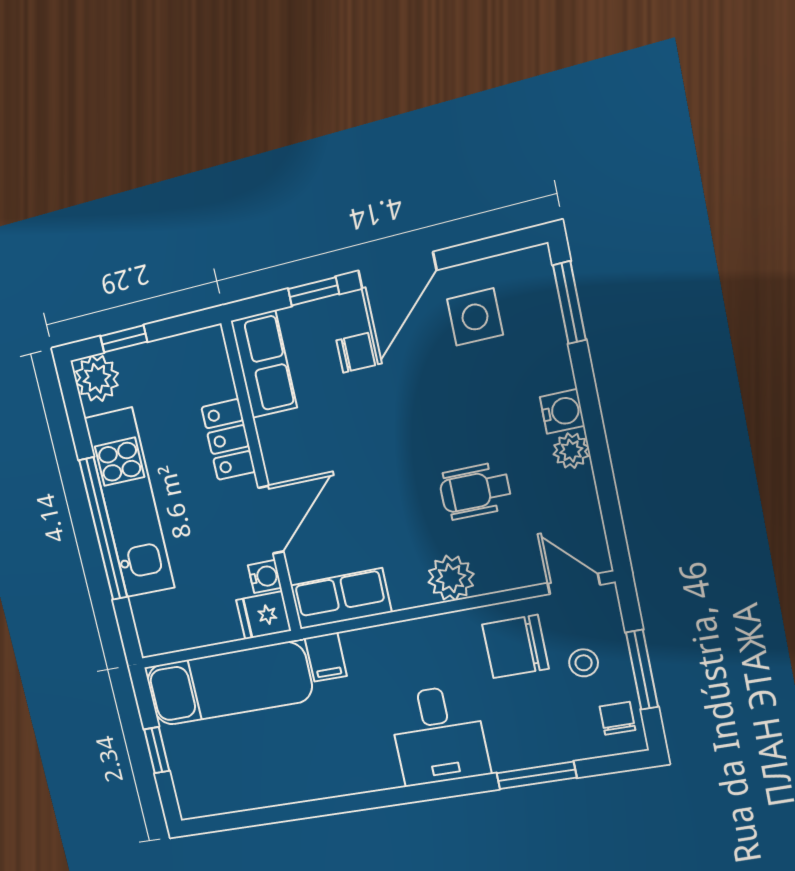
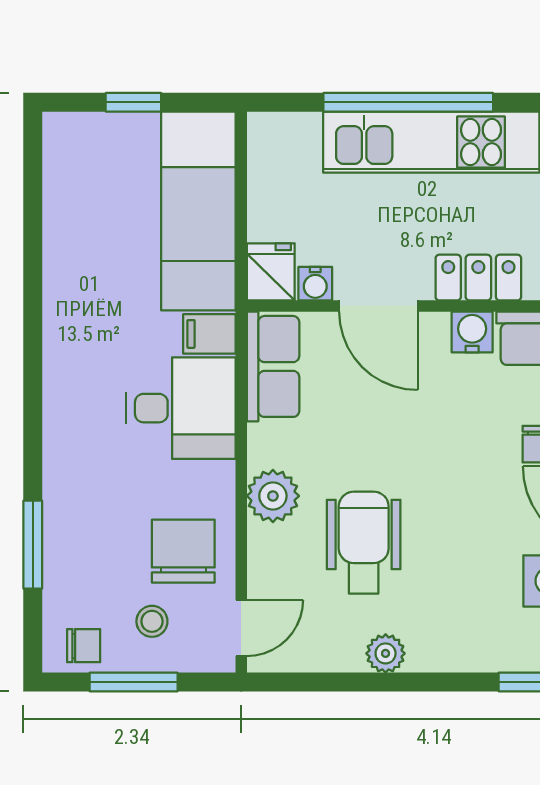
water cooler: (562, 411) -> (472, 332), moved, turned 180
wheelchair: (475, 491) -> (364, 543), width x1.36, depth x1.37
desk: (439, 735) -> (181, 408), moved, turned 180

